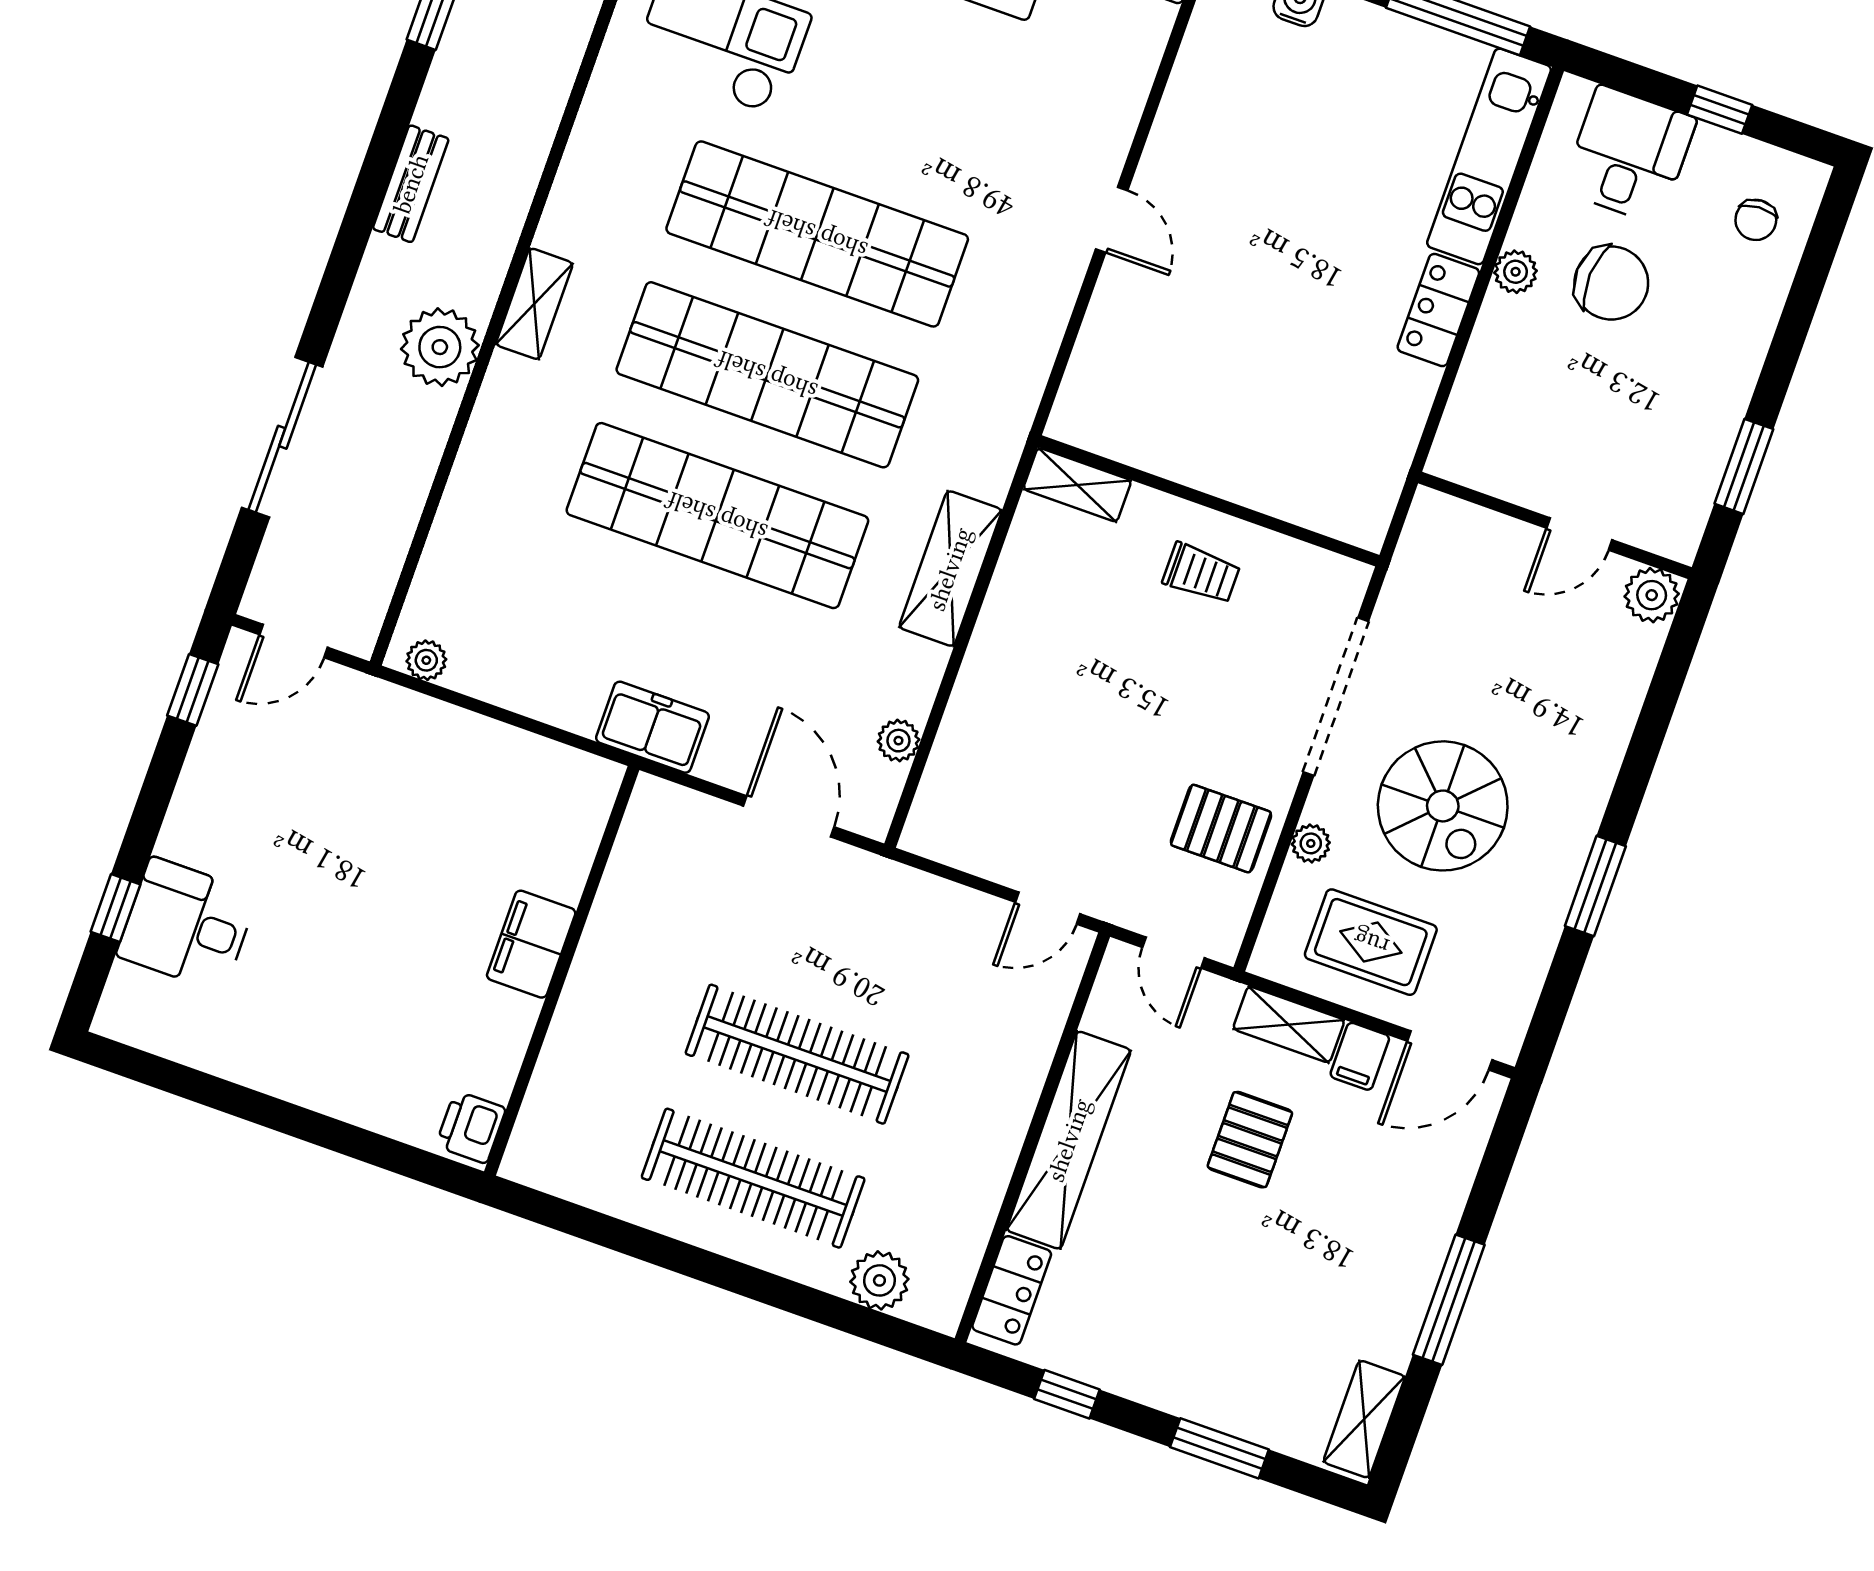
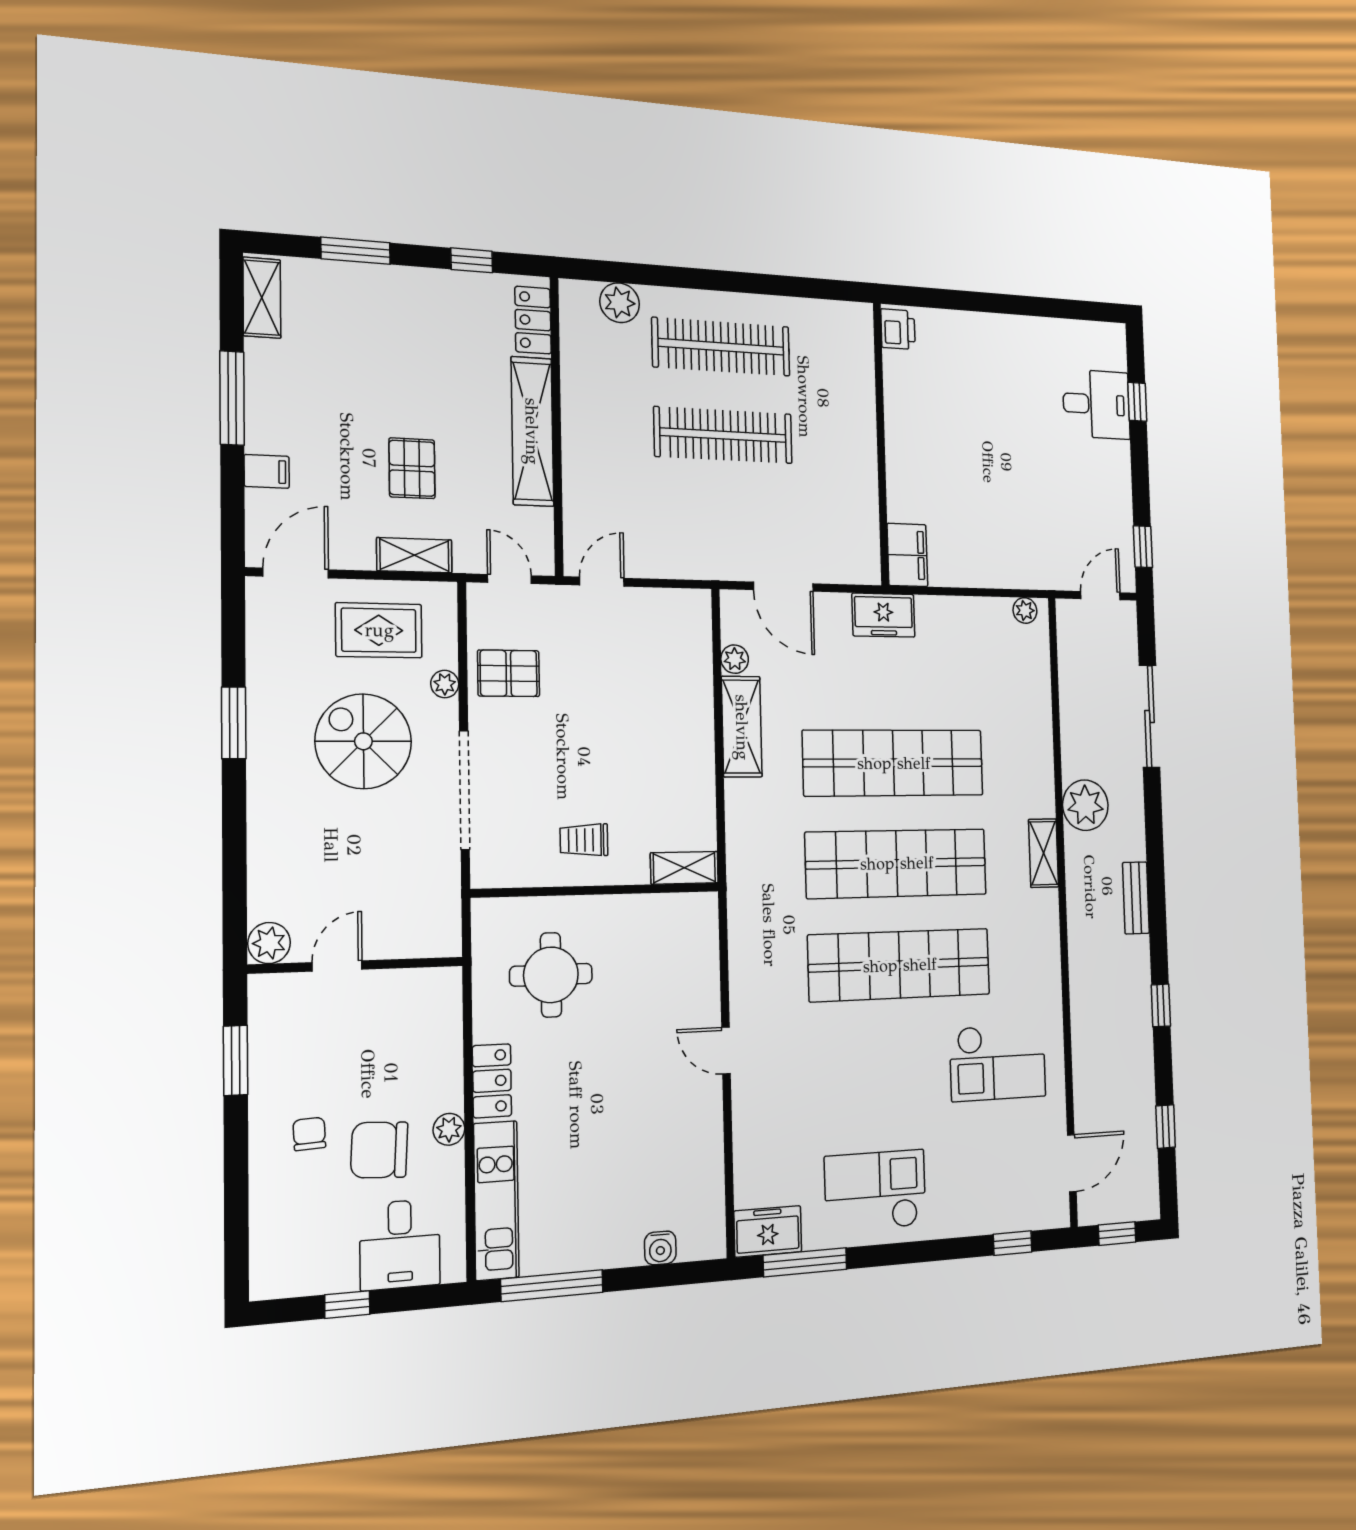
chair: (1756, 220) -> (309, 1134), moved
round table: (1311, 415) -> (551, 975), added
shelving: (950, 569) -> (742, 727), moved
filing cabinet: (531, 944) -> (907, 555), moved
filing cabinet: (1360, 1056) -> (267, 471), moved, turned 90

